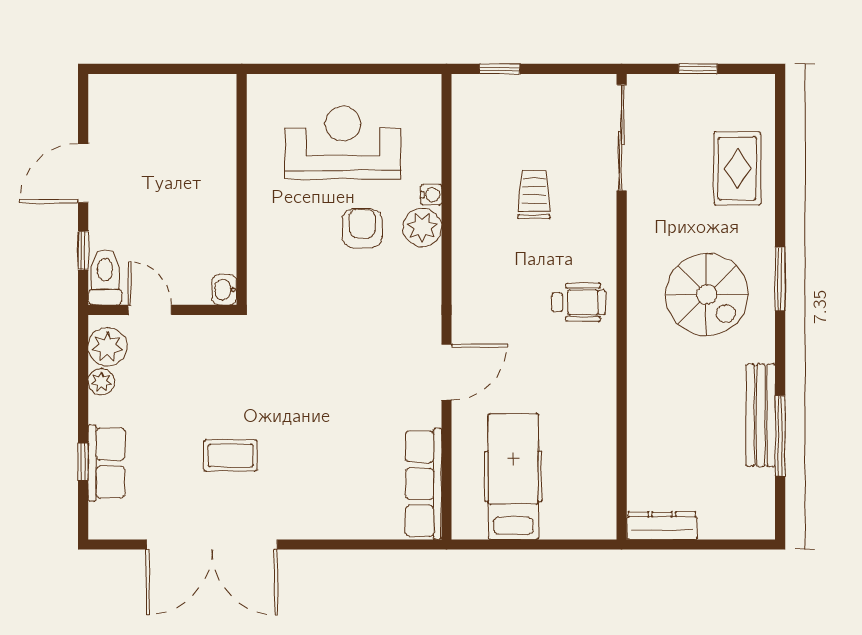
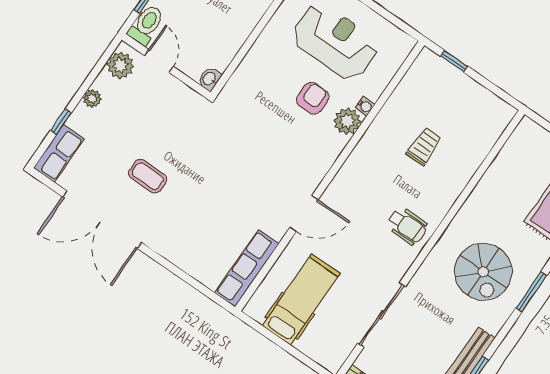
sliding door: (622, 138) -> (382, 315), moved
plant: (101, 382) -> (92, 99), moved
row of seats: (106, 463) -> (59, 153), moved

